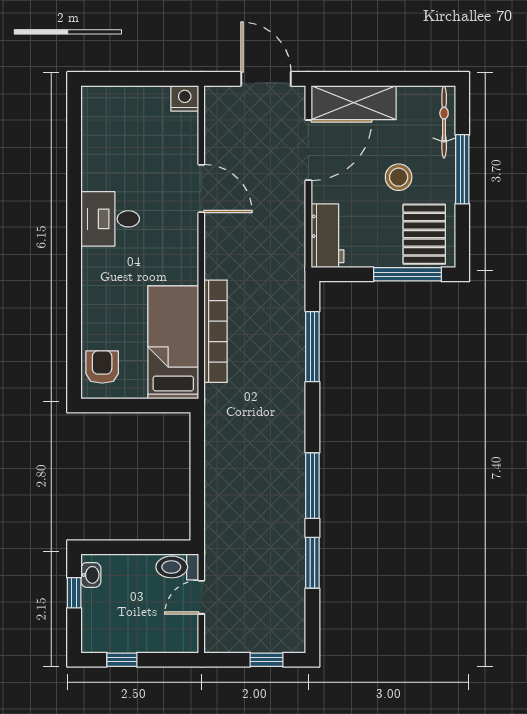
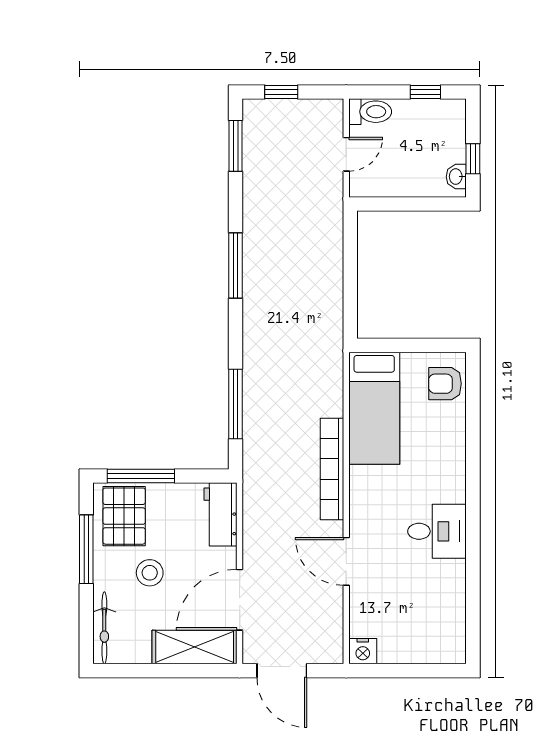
window: (462, 169) -> (86, 549), moved
bookcase: (216, 331) -> (332, 469), moved
armchair: (102, 367) -> (445, 384), turned 90
window: (312, 563) -> (236, 146), moved
toilet: (177, 567) -> (370, 112), moved

